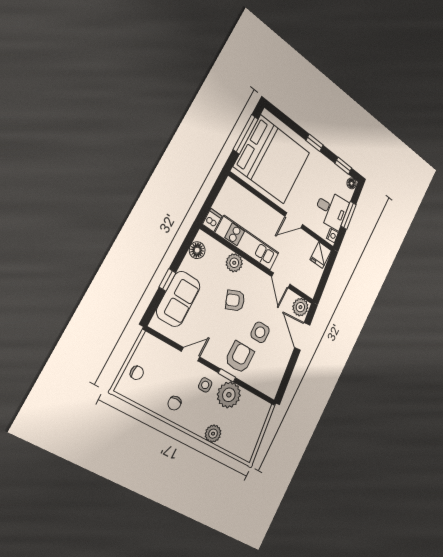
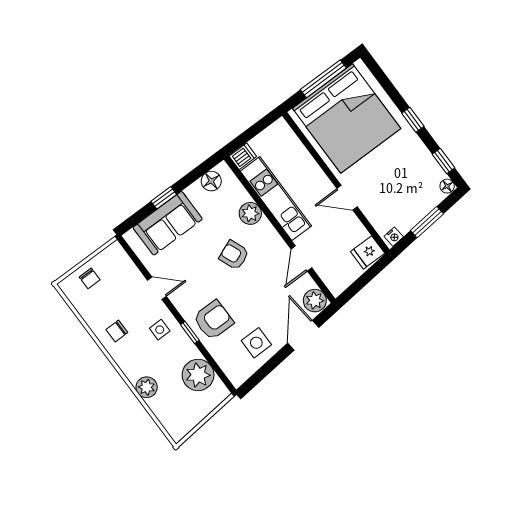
desk: (331, 210) -> (405, 206), removed
side table: (260, 332) -> (256, 343), moved
plant: (229, 395) -> (198, 375), moved

